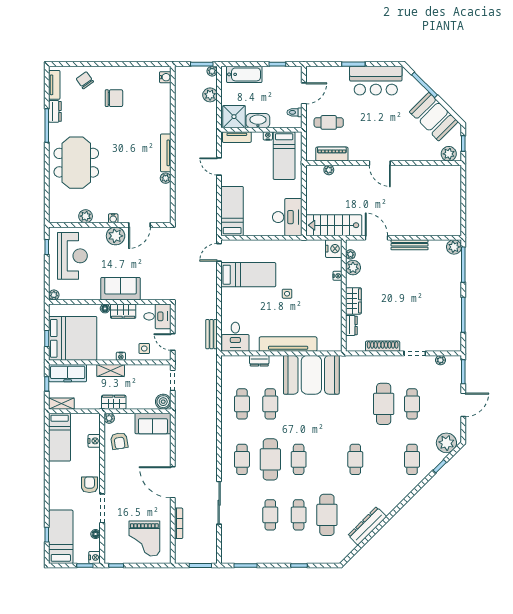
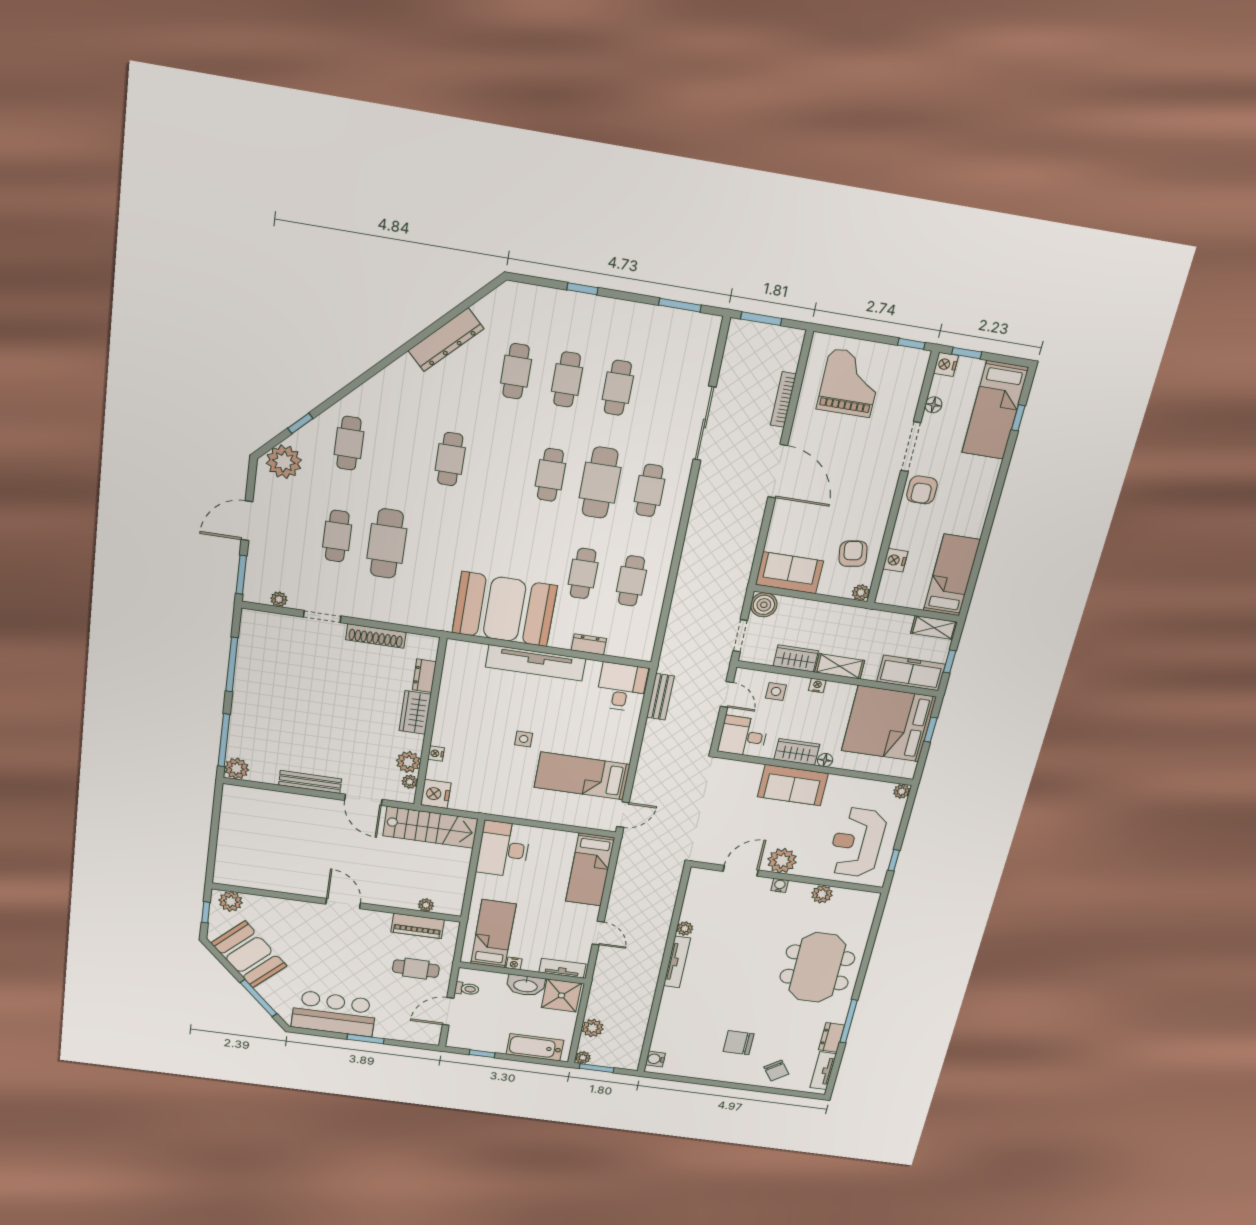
wardrobe: (114, 402) -> (796, 658), moved, turned 180
cafe table: (327, 515) -> (516, 371), width x0.73, depth x0.74

